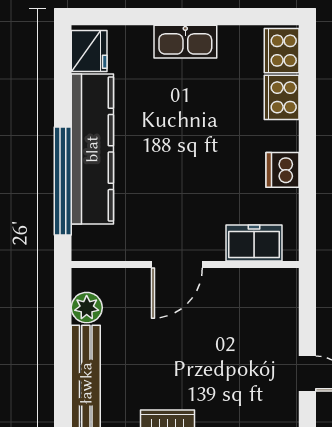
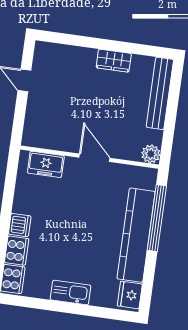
dishwasher: (283, 170) -> (20, 225), moved
door: (177, 265) -> (94, 158), hinge flipped
plant: (87, 308) -> (151, 154), moved

